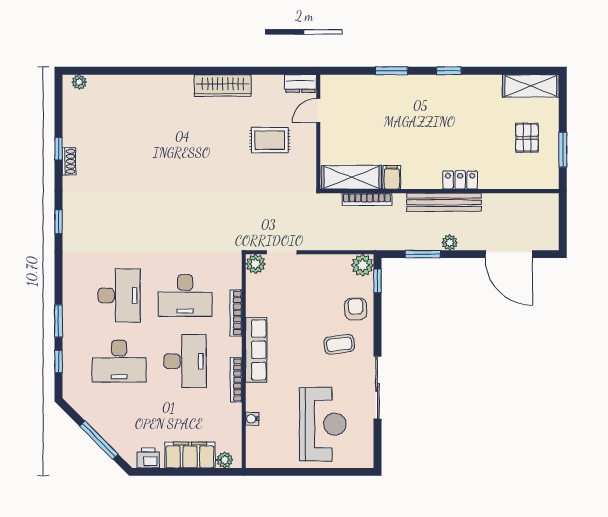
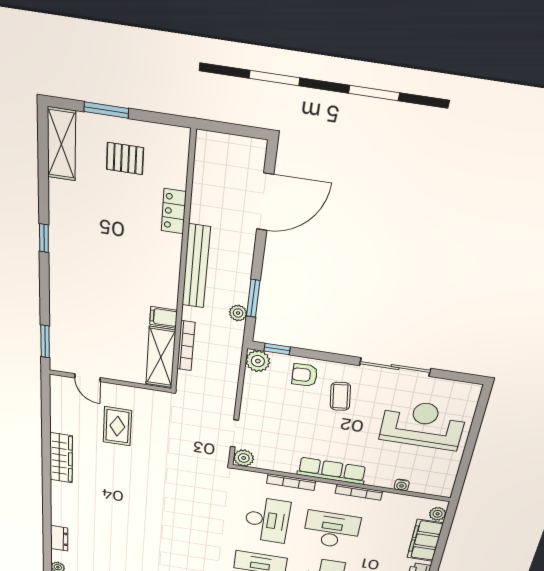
window: (392, 71) -> (45, 341), moved
dresser: (301, 84) -> (59, 538), moved
window: (563, 150) -> (106, 110), moved
locker: (460, 180) -> (174, 211), moved
plant: (450, 243) -> (238, 313), moved

